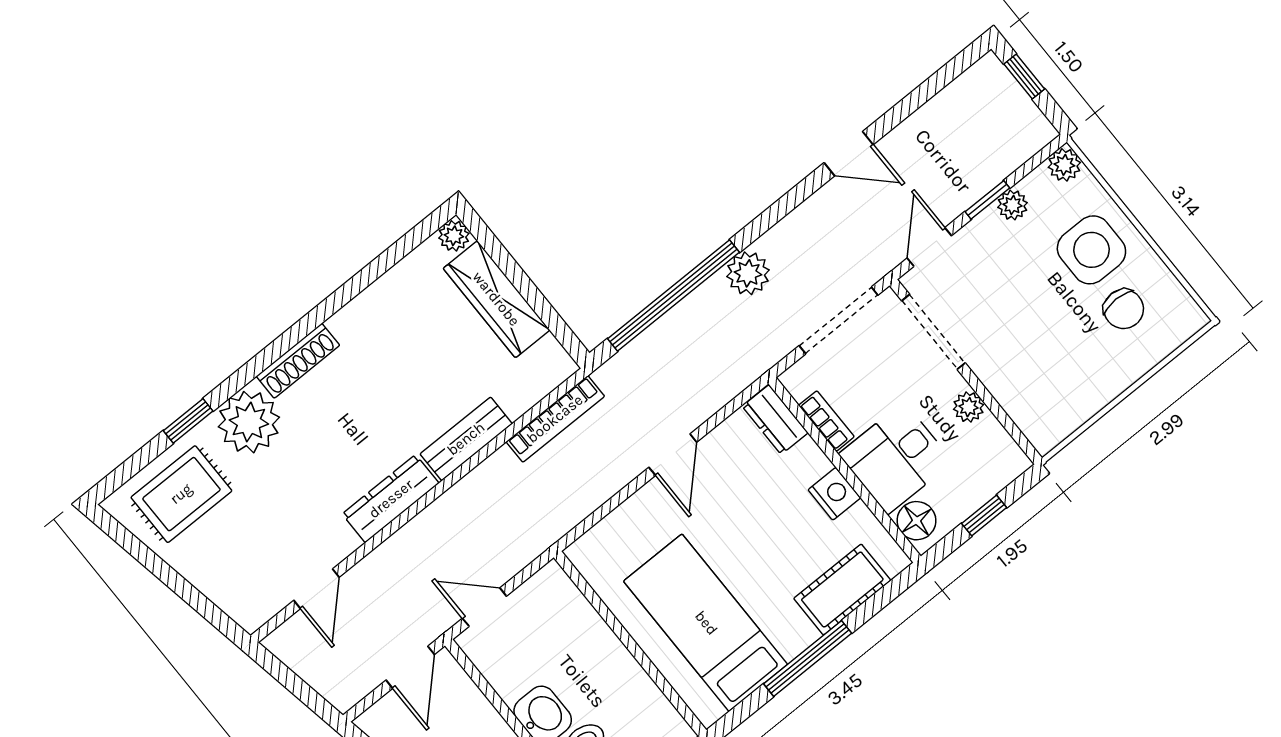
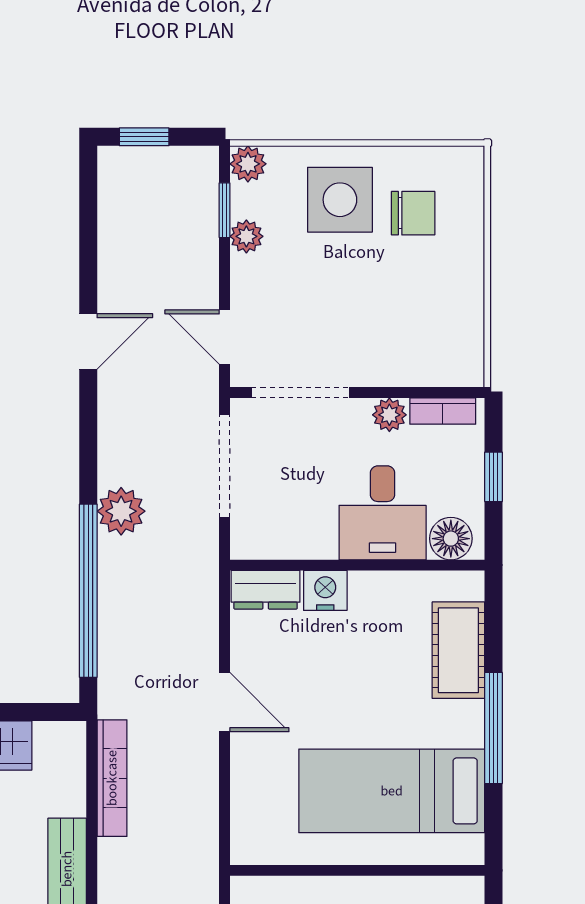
window: (987, 200) -> (224, 210), moved
bookcase: (826, 421) -> (443, 411), moved, turned 180
nightstand: (834, 494) -> (325, 590), moved

